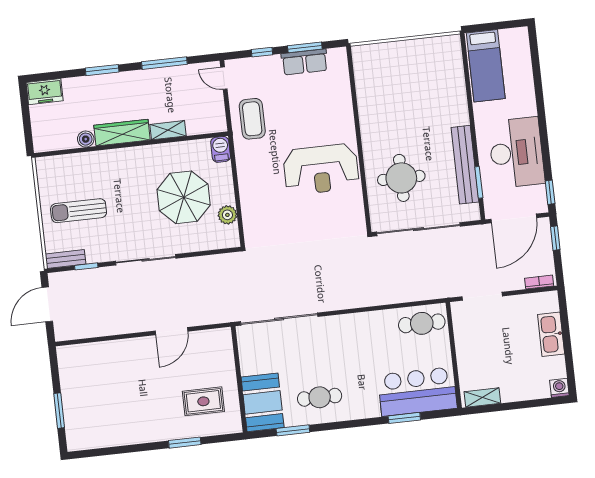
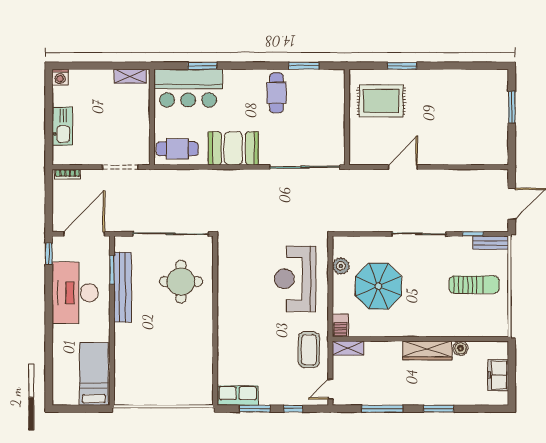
row of seats: (305, 62) -> (238, 395), moved
door: (224, 78) -> (330, 389), swing flipped
freezer: (45, 92) -> (498, 375), moved, turned -90
shelving: (168, 130) -> (348, 348), moved
reception desk: (321, 169) -> (295, 279), moved, turned -90
window: (555, 238) -> (49, 212), removed
cafe table: (320, 397) -> (276, 93), turned 90
rug: (203, 401) -> (381, 101), width x1.36, depth x1.43
booth: (263, 402) -> (233, 148), moved, turned 90

